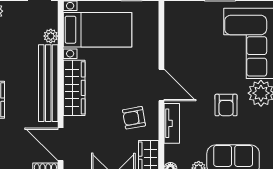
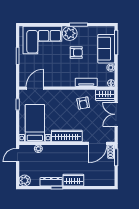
bench: (48, 83) -> (64, 150), removed
door: (161, 85) -> (35, 88), moved

